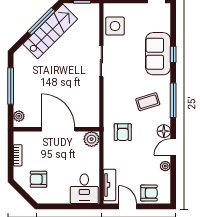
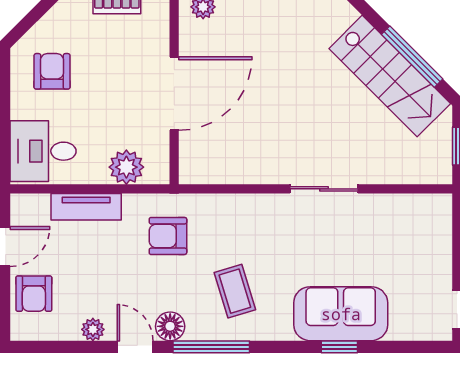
side table: (115, 26) -> (402, 219), removed
window: (173, 100) -> (211, 347), moved
plant: (92, 139) -> (126, 167), moved
armchair: (38, 179) -> (52, 71), moved
tv unit: (109, 185) -> (86, 207), moved

